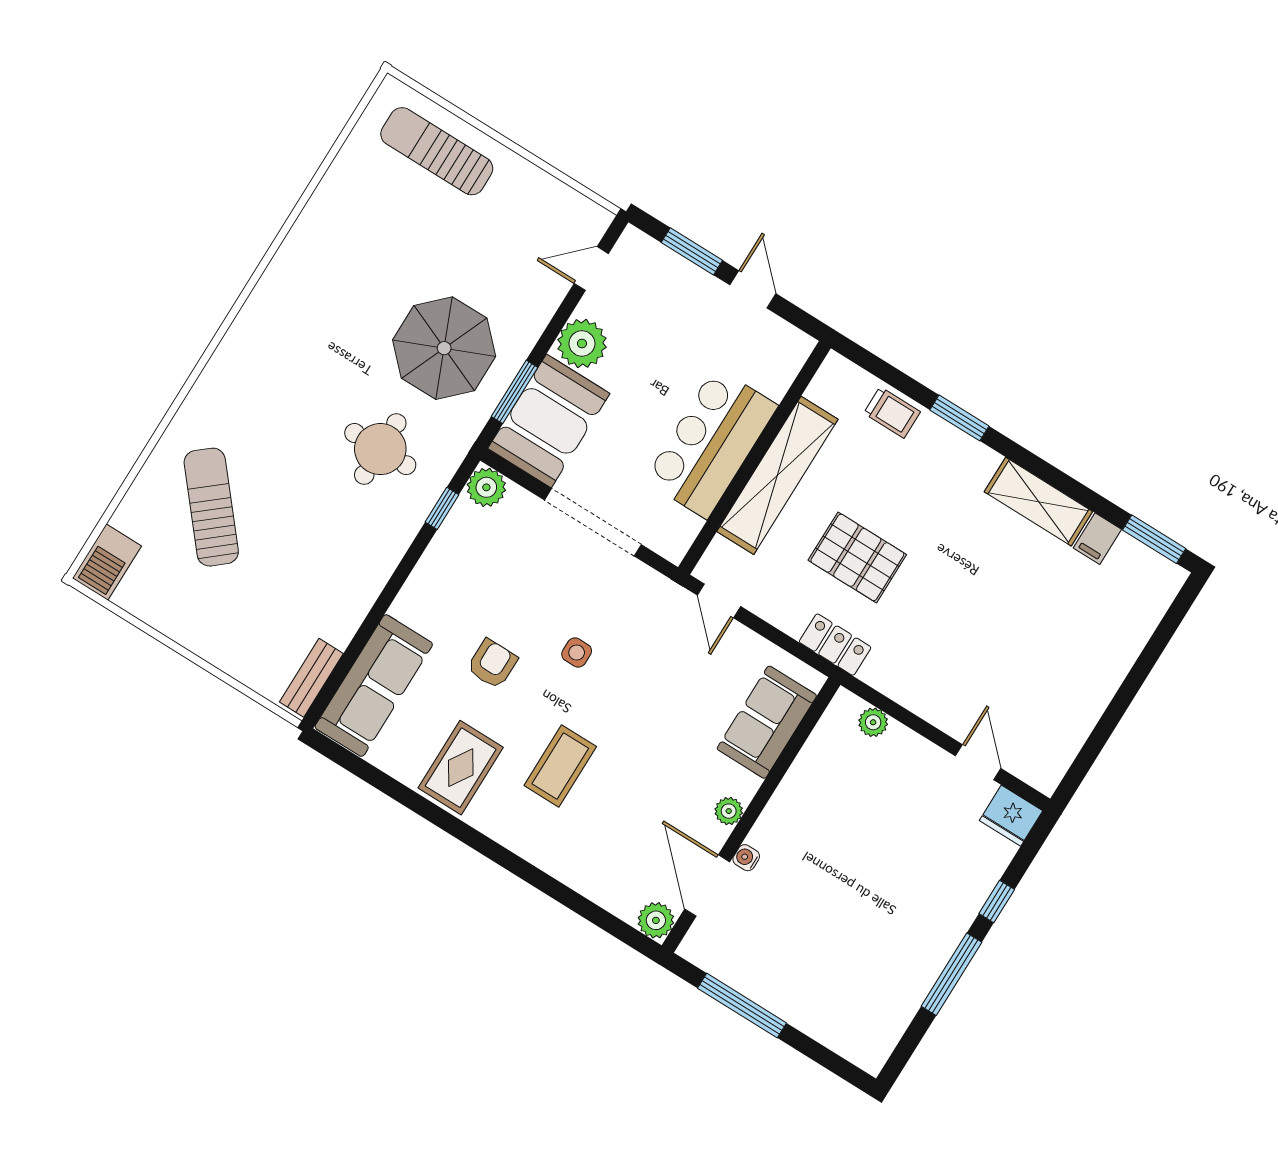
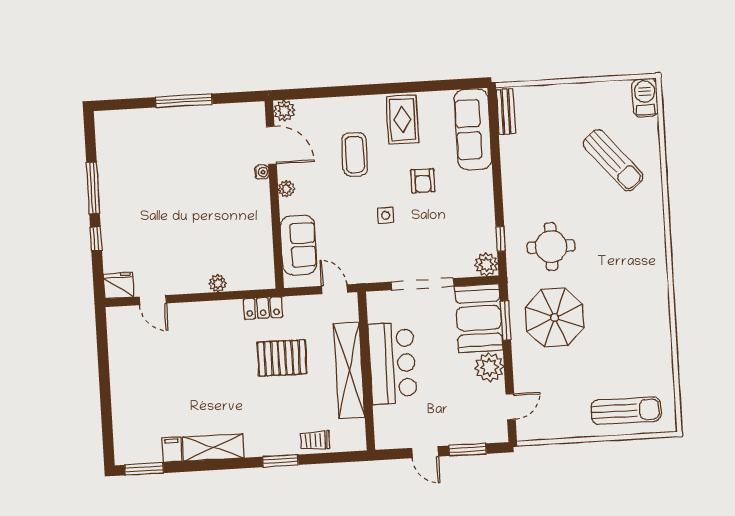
sofa: (767, 722) -> (299, 245), moved
plant: (729, 811) -> (286, 189), moved
wall: (751, 815) -> (274, 195), moved
water cooler: (746, 858) -> (262, 172), moved
door: (707, 885) -> (271, 145), moved
plant: (656, 920) -> (284, 111), moved

